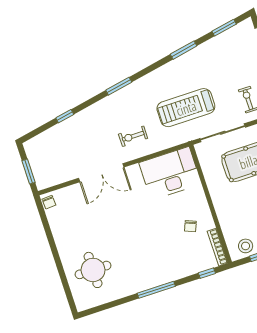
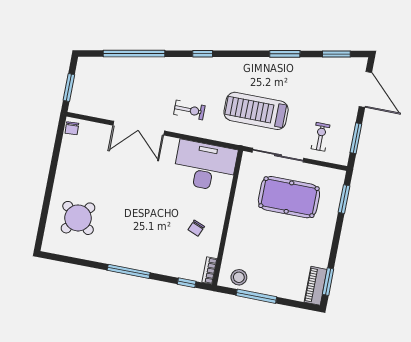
window: (119, 86) -> (203, 54), width x0.67
window: (65, 116) -> (134, 54), width x3.17
exercise bike: (133, 136) -> (189, 110), turned 180
bookcase: (217, 247) -> (210, 271), width x0.64
round table: (93, 270) -> (78, 218), turned 38

